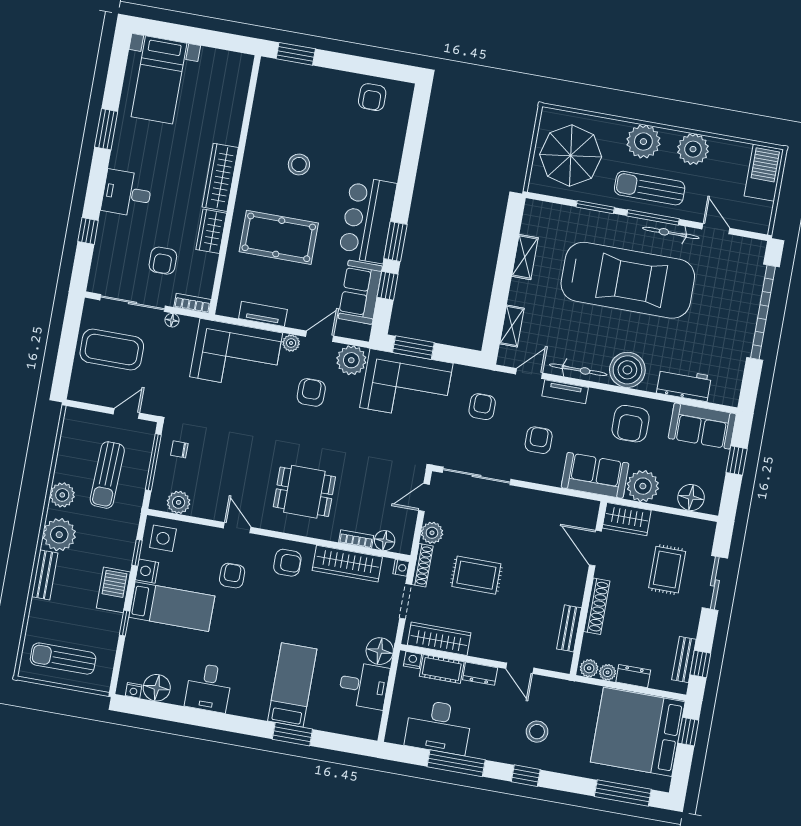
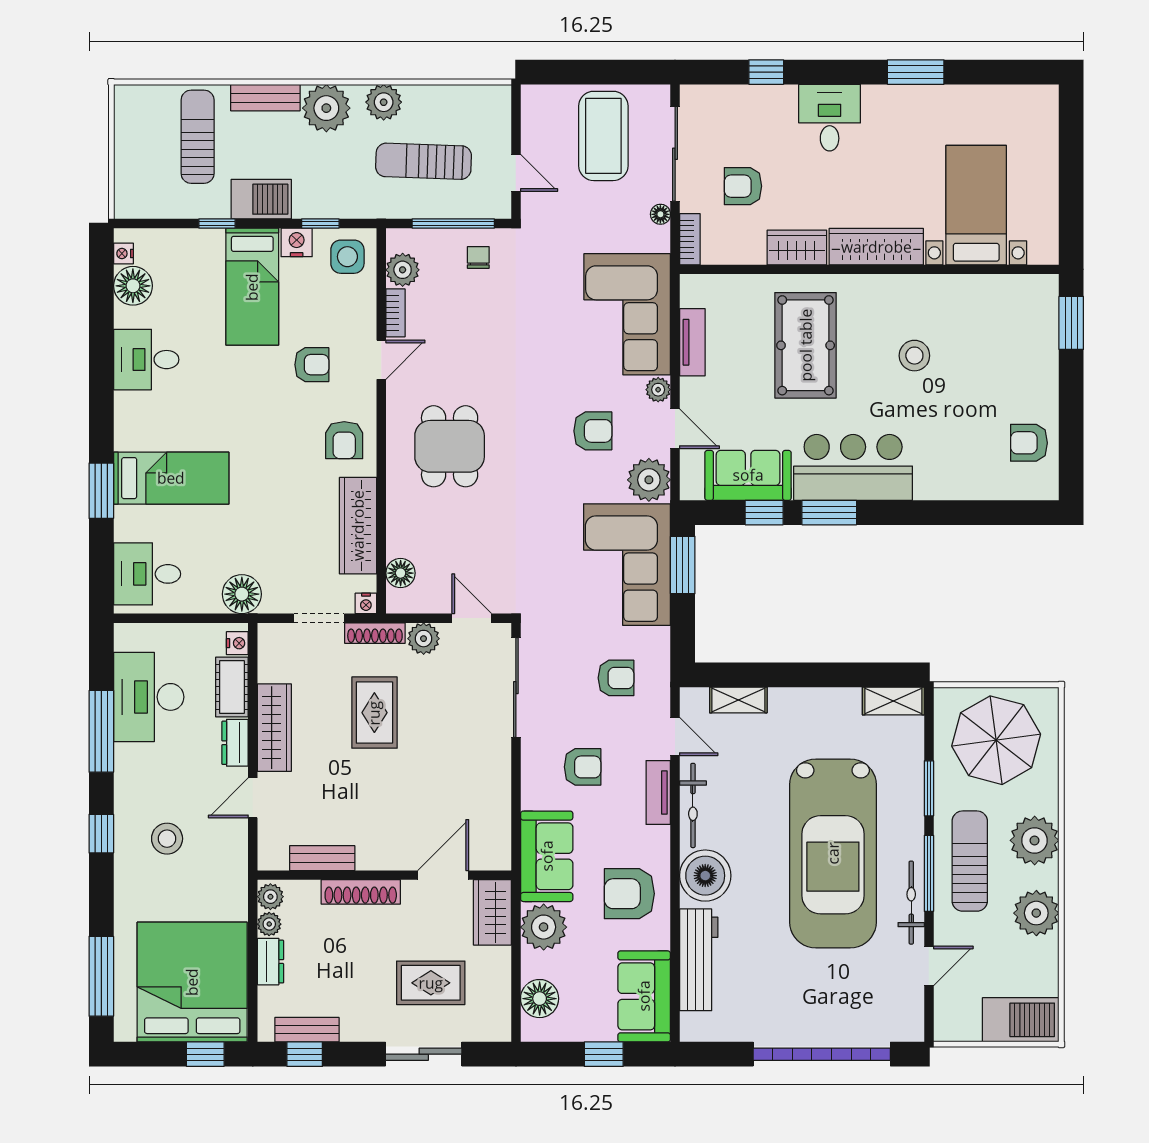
bed with nightstands: (159, 80) -> (976, 205), moved, turned 90
shelving: (525, 257) -> (893, 701), moved
workbench: (684, 384) -> (699, 960), width x1.38
bookcase: (356, 539) -> (395, 313), moved
wardrobe: (439, 639) -> (274, 728), moved
sun lounger: (63, 659) -> (198, 137), moved
desk: (364, 685) -> (147, 574), moved, turned 90

